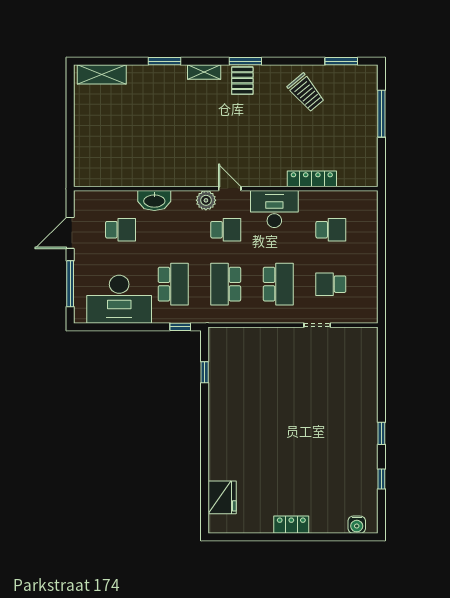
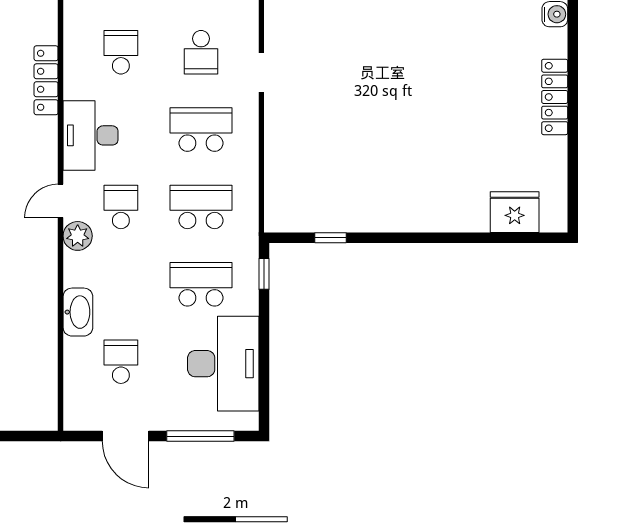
school desk: (226, 284) -> (201, 207), turned 180
locker: (291, 525) -> (555, 97), width x1.53

